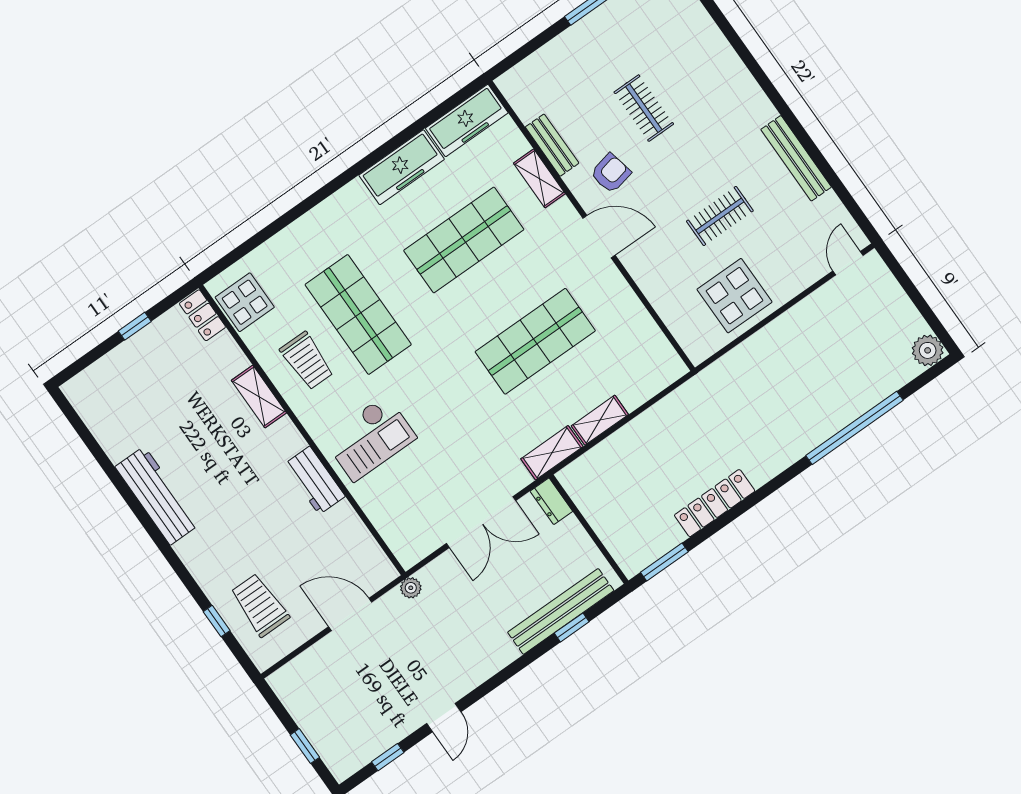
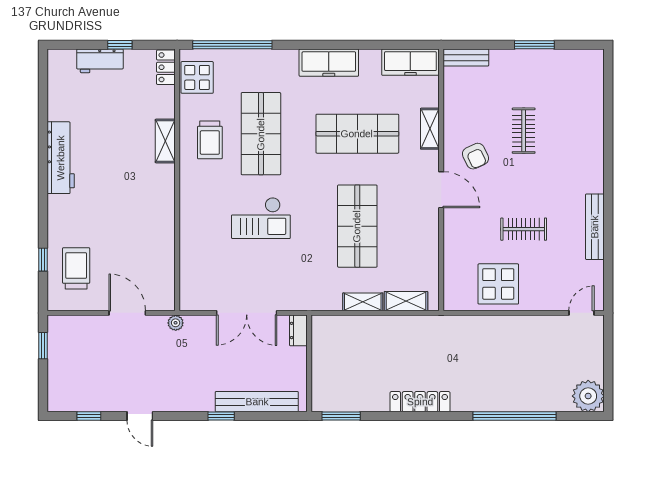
bench: (552, 145) -> (466, 58), moved, turned 90
freezer: (402, 167) -> (329, 63), moved
armchair: (611, 173) -> (475, 156), turned 77
window: (258, 239) -> (232, 45), added
shop shelf: (535, 341) -> (357, 226), turned 90
plant: (928, 350) -> (588, 396), width x1.36, depth x1.36
checkout: (370, 438) -> (261, 218), moved
shelving: (552, 453) -> (406, 301), moved
workbench: (315, 480) -> (100, 61), moved, turned -90
locker: (715, 503) -> (420, 402), moved
window: (572, 627) -> (221, 416), moved
door: (444, 718) -> (140, 416), hinge flipped
window: (305, 746) -> (43, 346), moved

